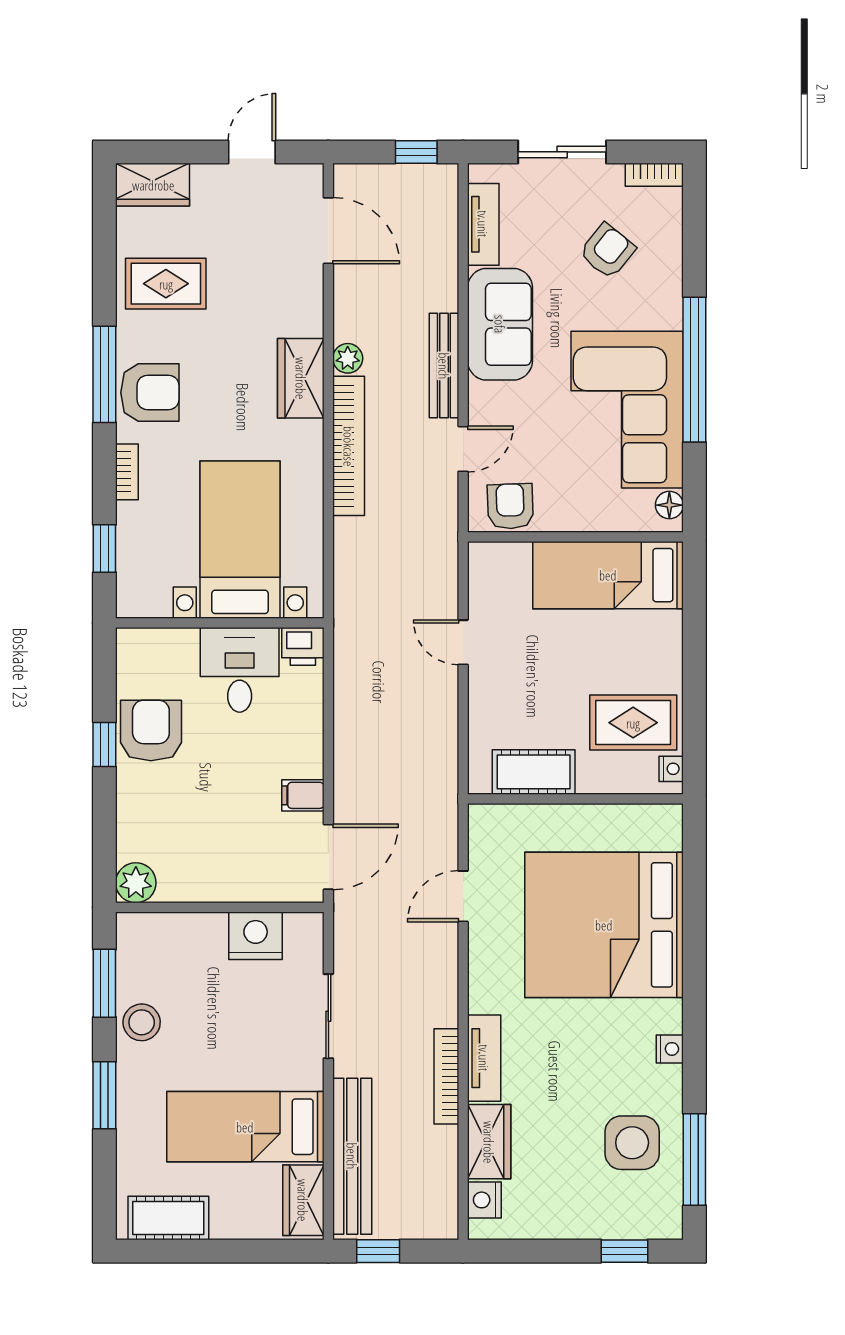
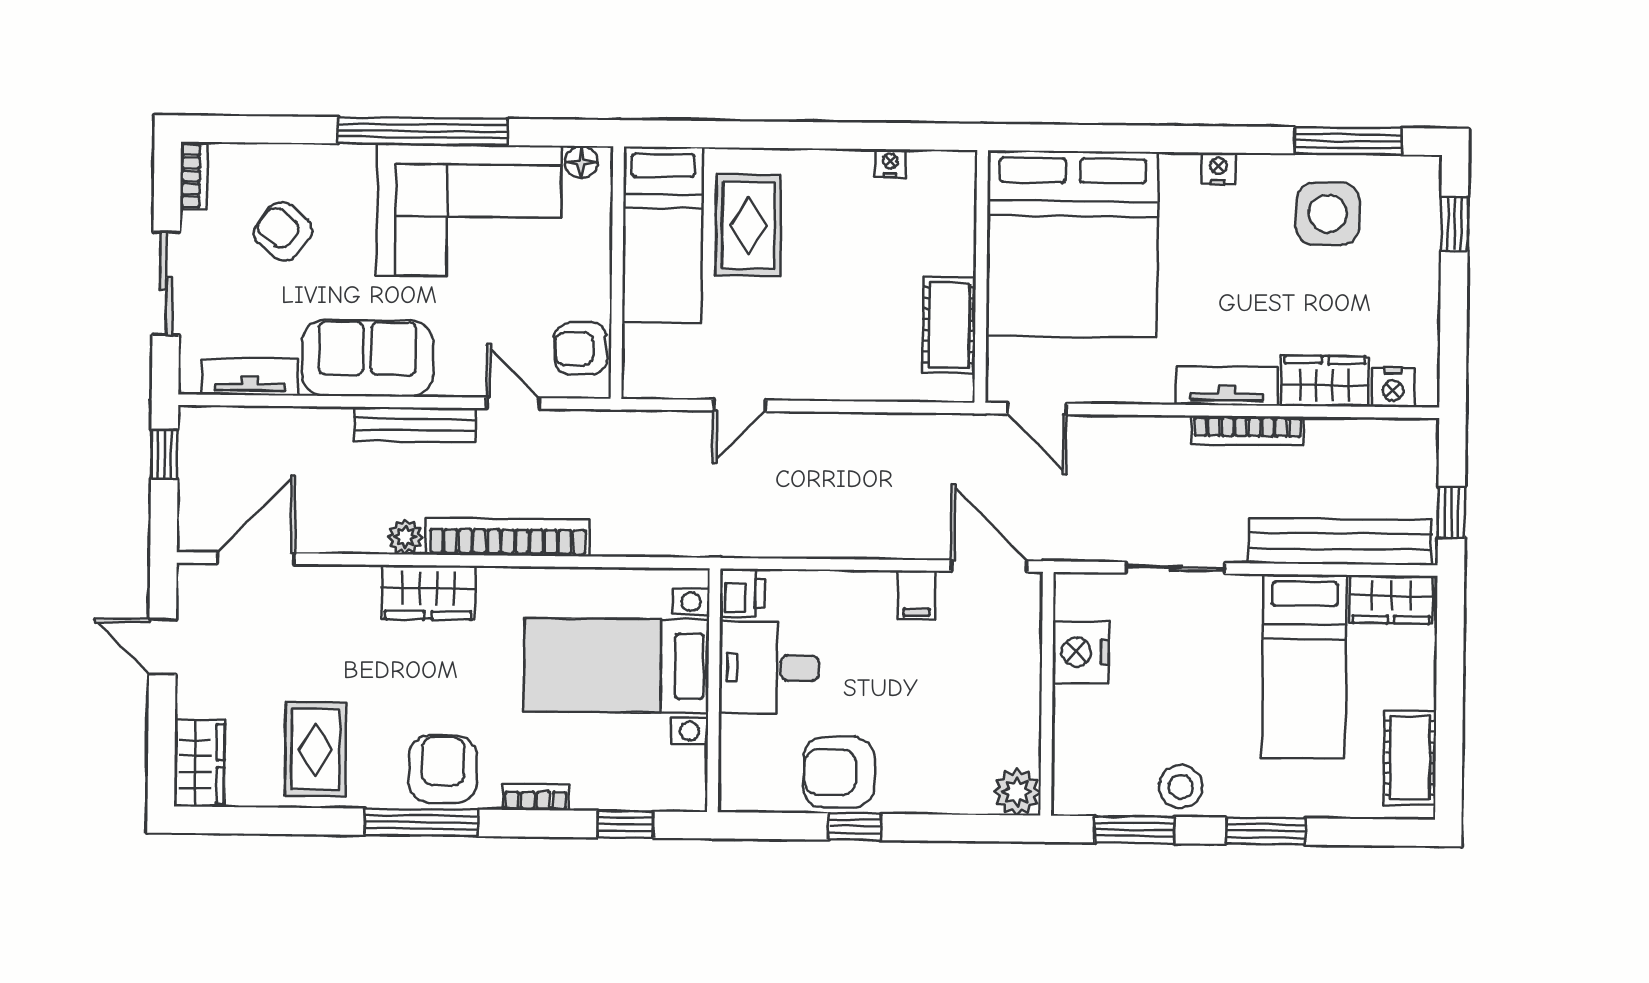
rug: (633, 723) -> (748, 226), moved
cot: (534, 772) -> (949, 325), moved
wall: (575, 799) -> (981, 276), moved

